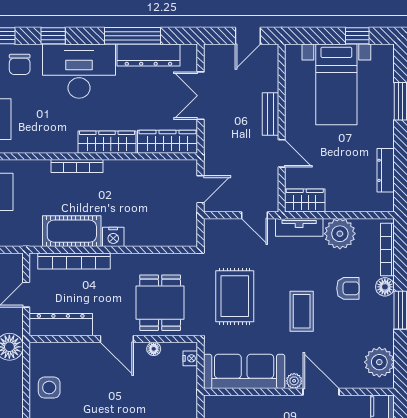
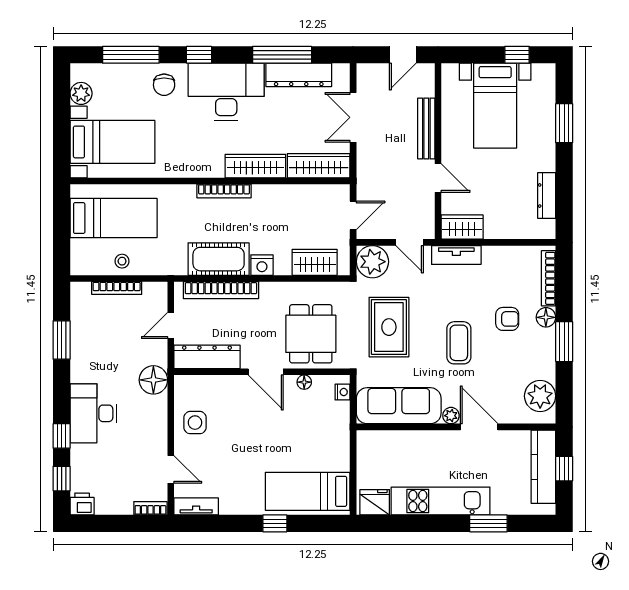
bench: (270, 114) -> (426, 129), width x1.36
wardrobe: (164, 234) -> (315, 262), added
plant: (340, 234) -> (372, 262), moved

